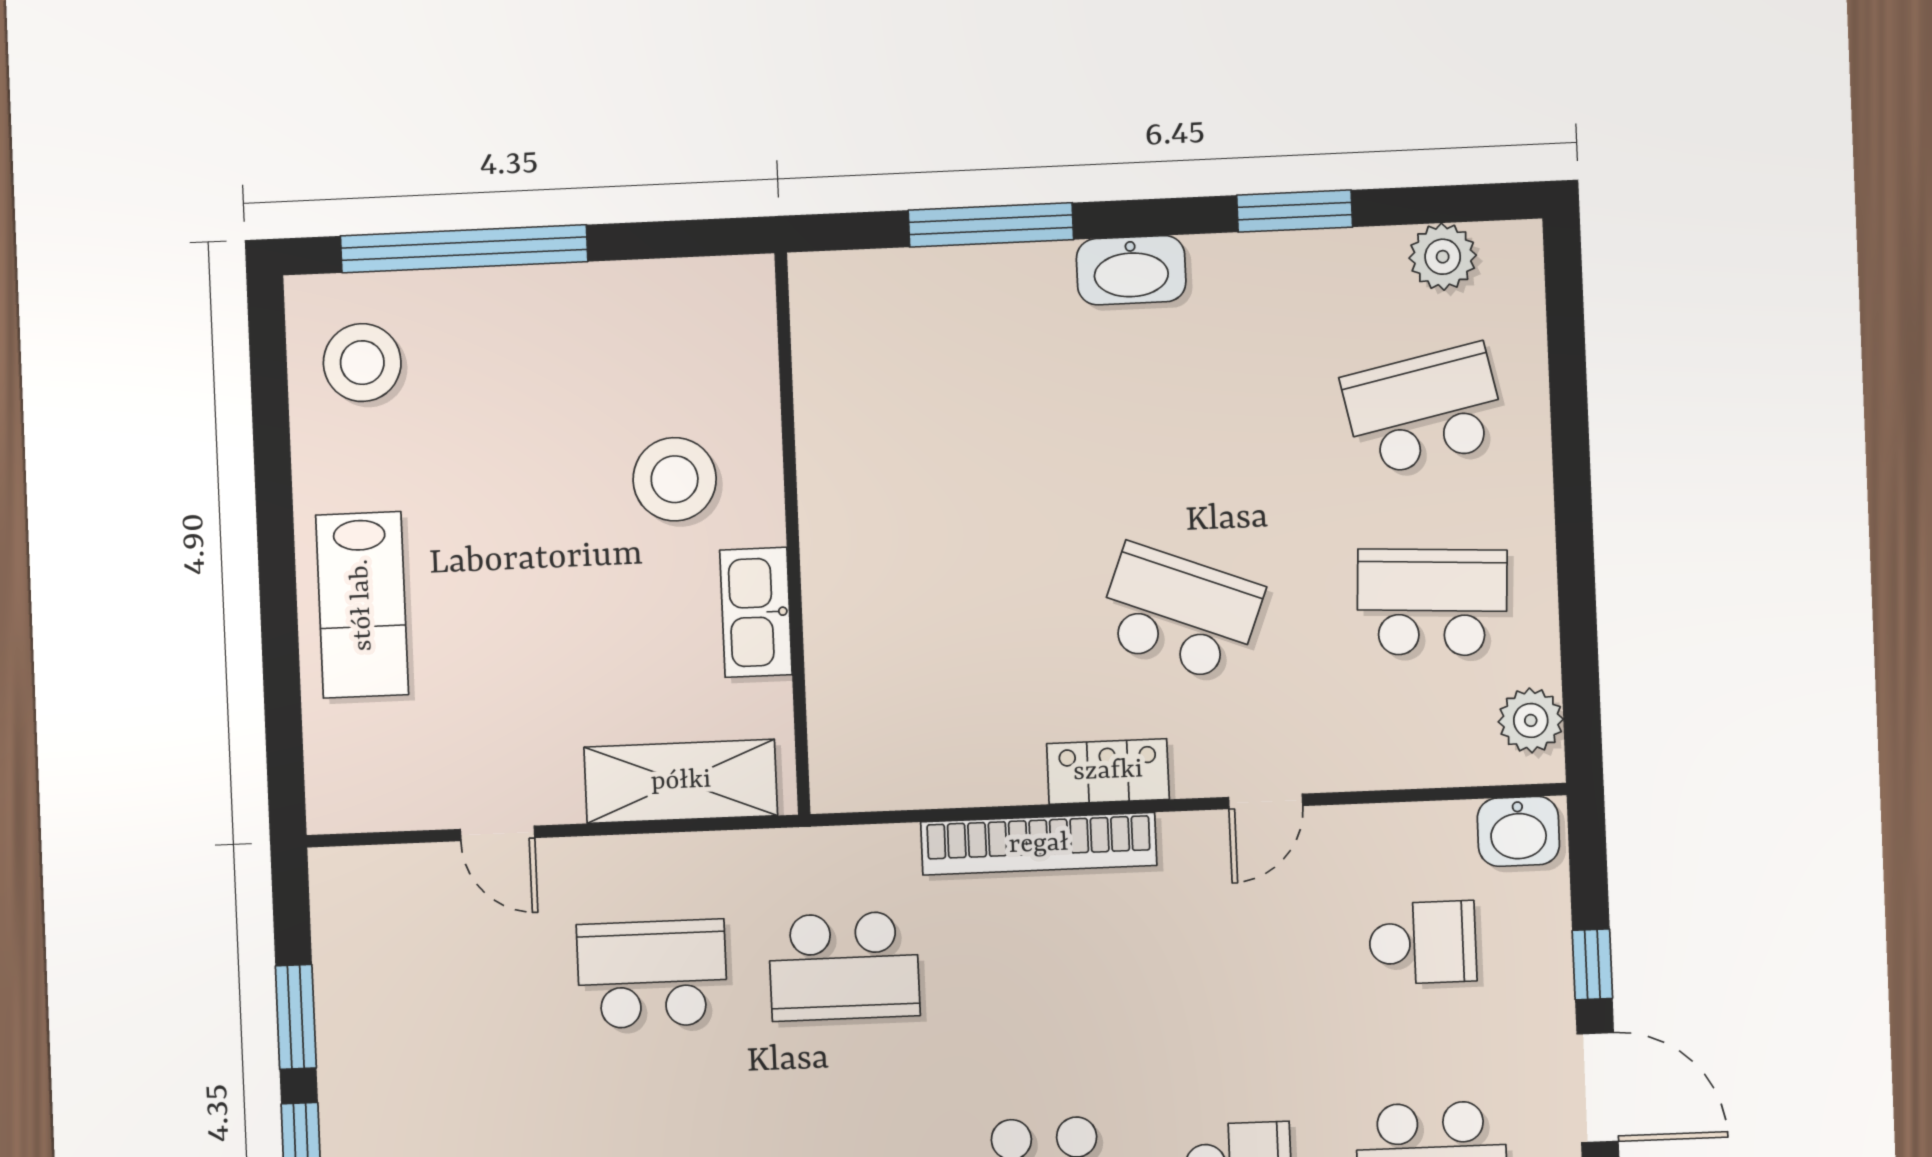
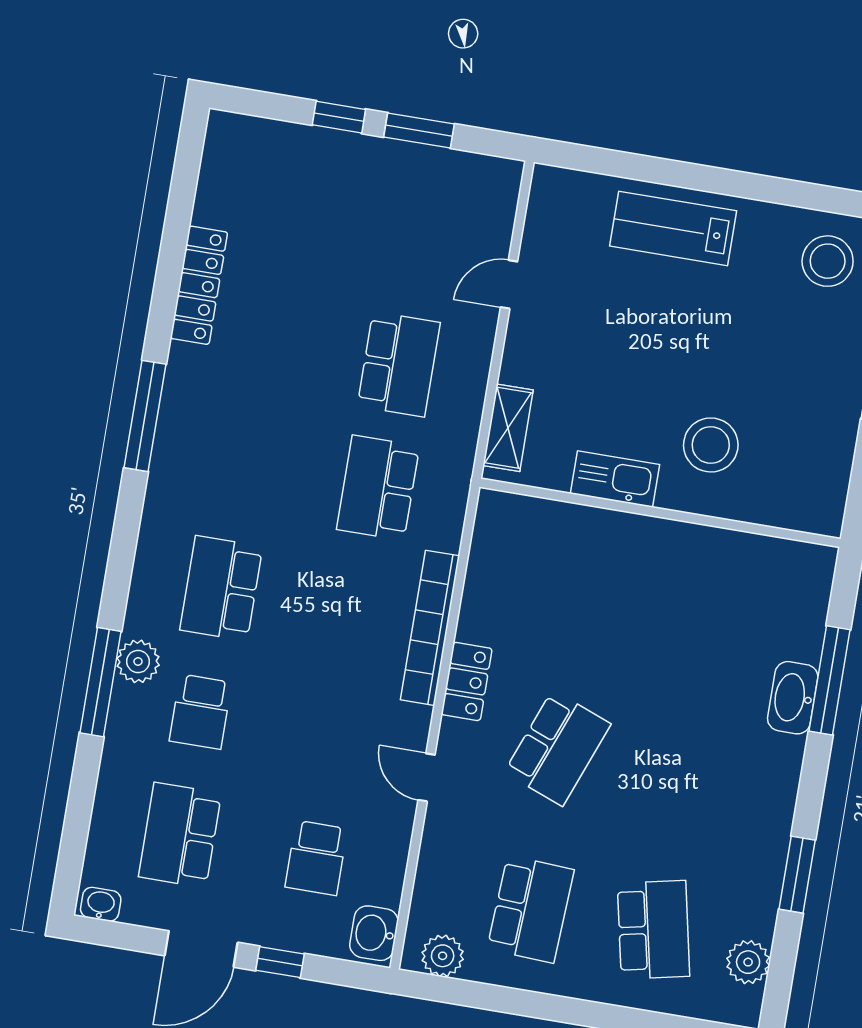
washbasin: (1131, 270) -> (793, 698), moved
shelving: (681, 781) -> (508, 428), width x0.67, depth x0.75

